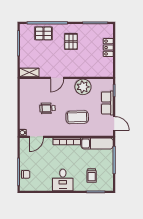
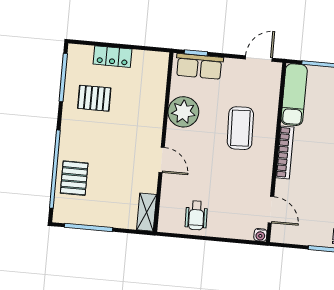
pallet: (71, 42) -> (94, 98), moved
row of seats: (107, 103) -> (199, 66), moved
wheelchair: (47, 108) -> (196, 215), moved

